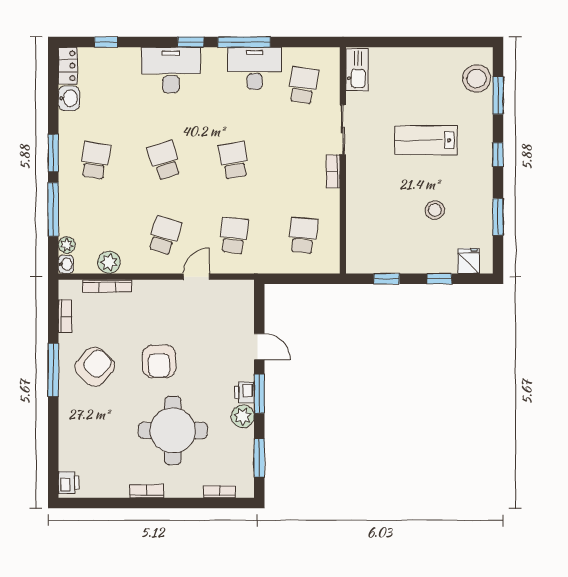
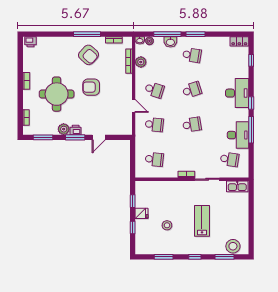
washbasin: (69, 98) -> (170, 42), moved
fridge: (469, 261) -> (141, 213), moved

